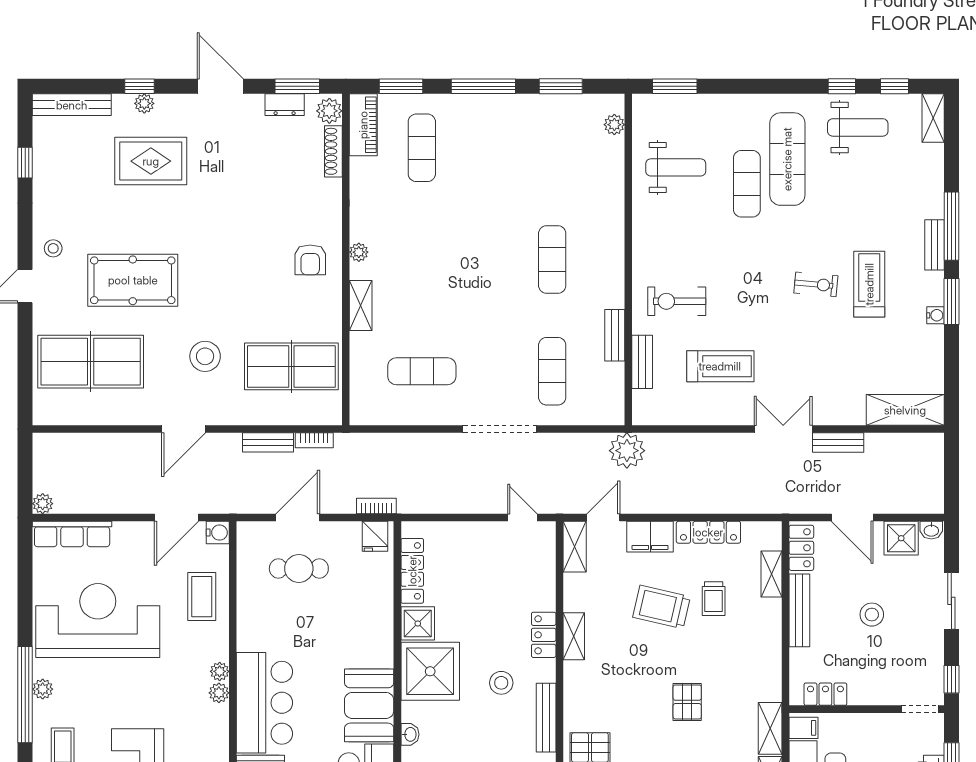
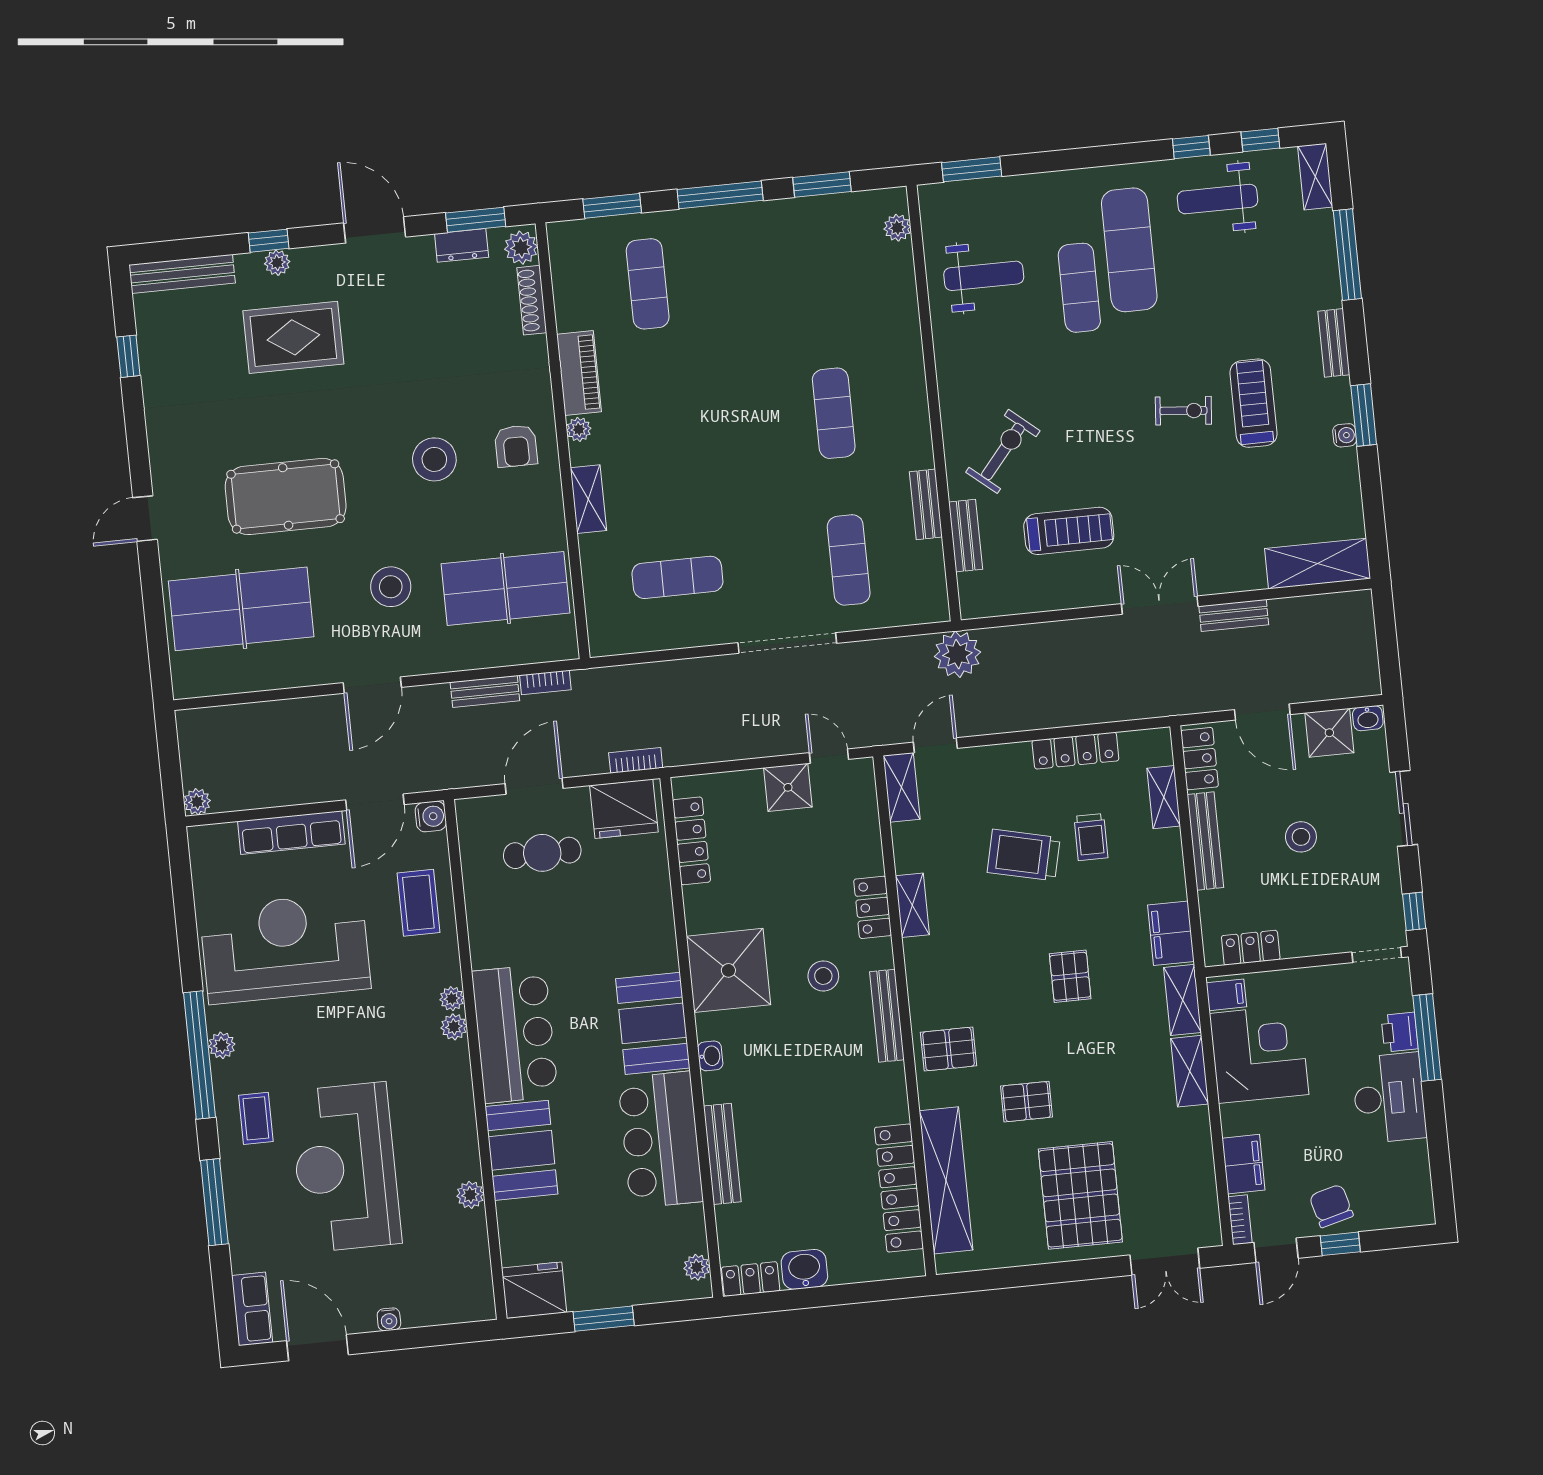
piano: (363, 125) -> (579, 373), moved
weight bench: (858, 127) -> (1218, 199), turned 180
window: (951, 226) -> (1347, 255), moved
stool: (53, 248) -> (434, 459), moved, width x1.89, depth x1.89
exercise bike: (677, 301) -> (1003, 451), turned 130
row of seats: (72, 534) -> (291, 833), moved
fridge: (375, 536) -> (624, 809), width x1.88, depth x1.34
filing cabinet: (650, 537) -> (1171, 933), moved, turned 90
shower: (418, 623) -> (788, 787), moved

